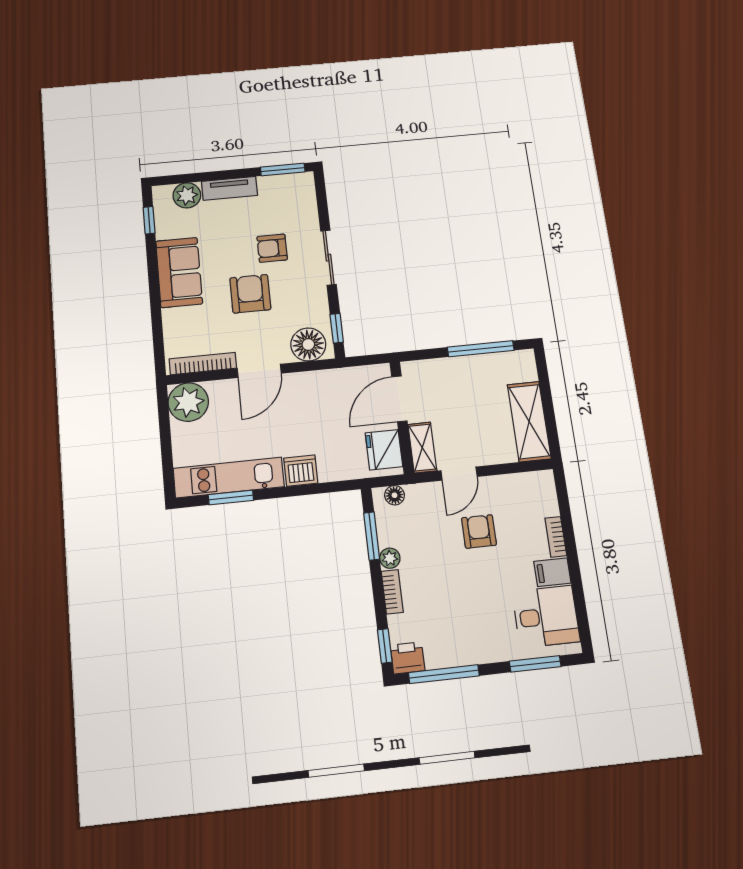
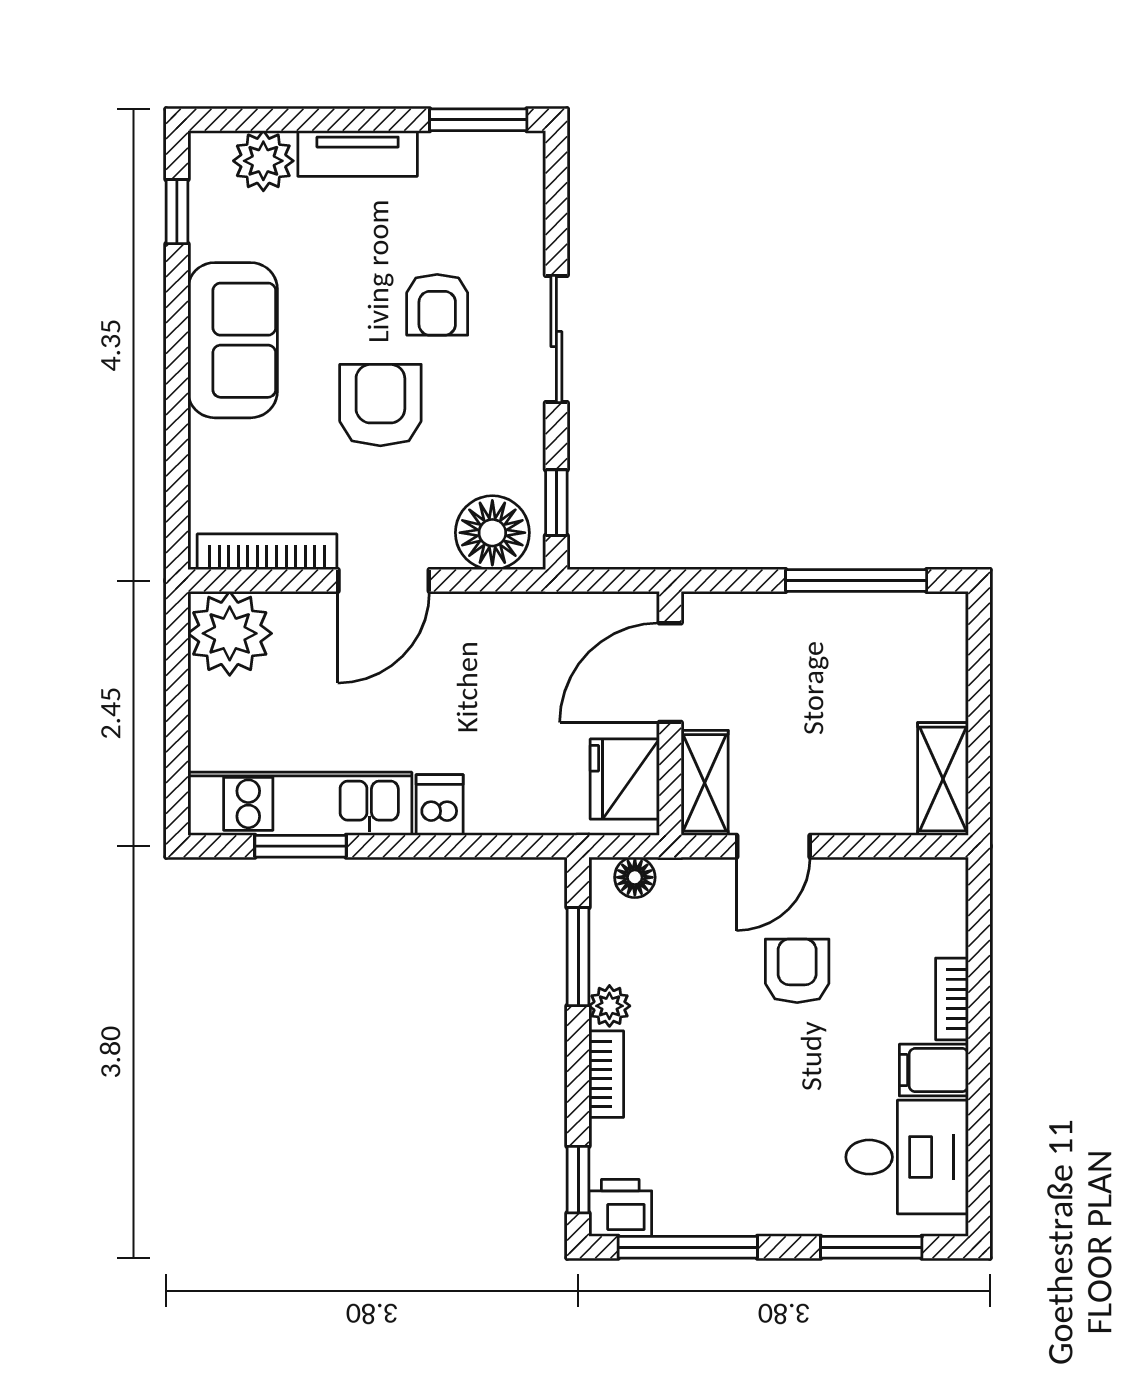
armchair: (272, 248) -> (437, 305), turned -90
shelving: (529, 422) -> (943, 779), width x0.67, depth x0.75
dishwasher: (301, 471) -> (440, 805), width x0.73

